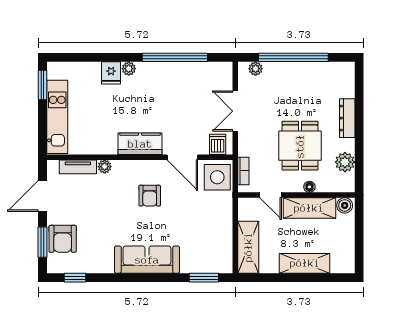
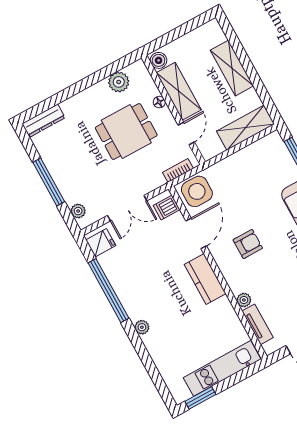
window: (293, 57) -> (49, 182), width x0.68
fridge: (111, 73) -> (101, 243), moved
dresser: (347, 118) -> (43, 121), moved

